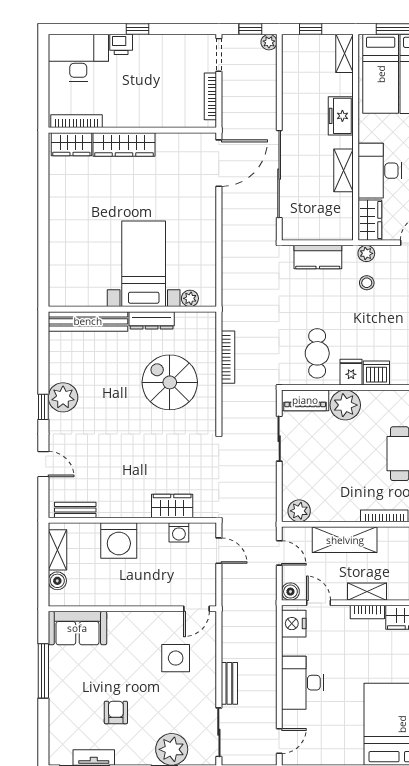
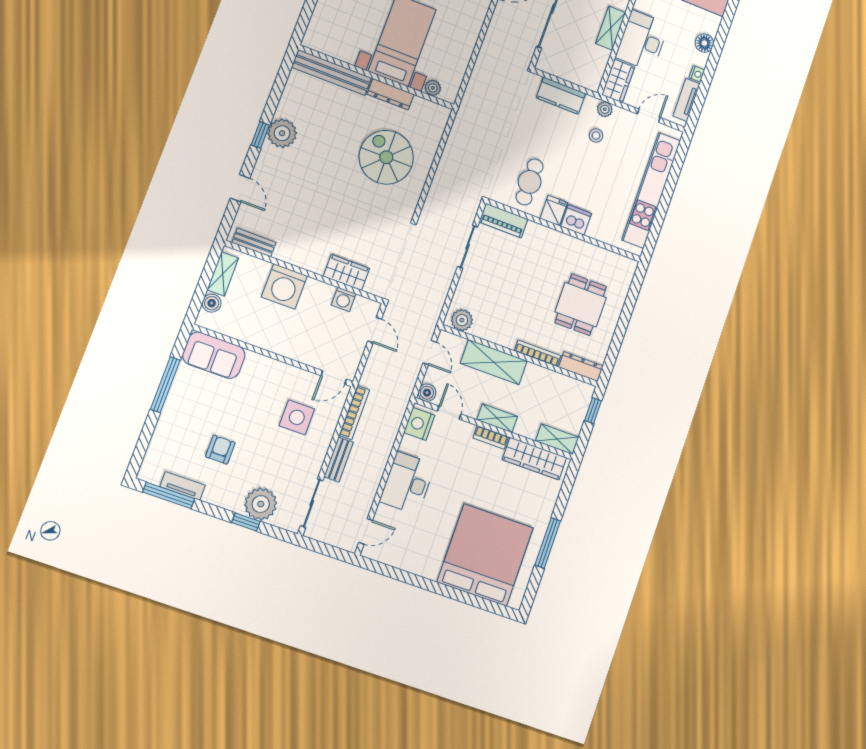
bookcase: (228, 357) -> (354, 413), moved
plant: (345, 405) -> (538, 238), removed

